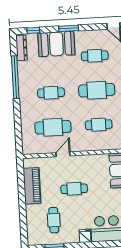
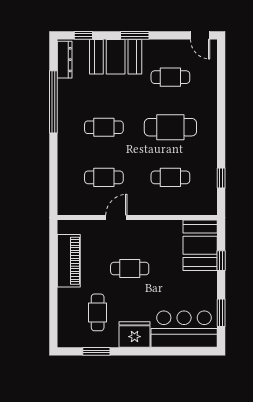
cafe table: (53, 127) -> (104, 177), width x0.73, depth x0.74
fridge: (85, 236) -> (135, 334), width x1.88, depth x1.34

